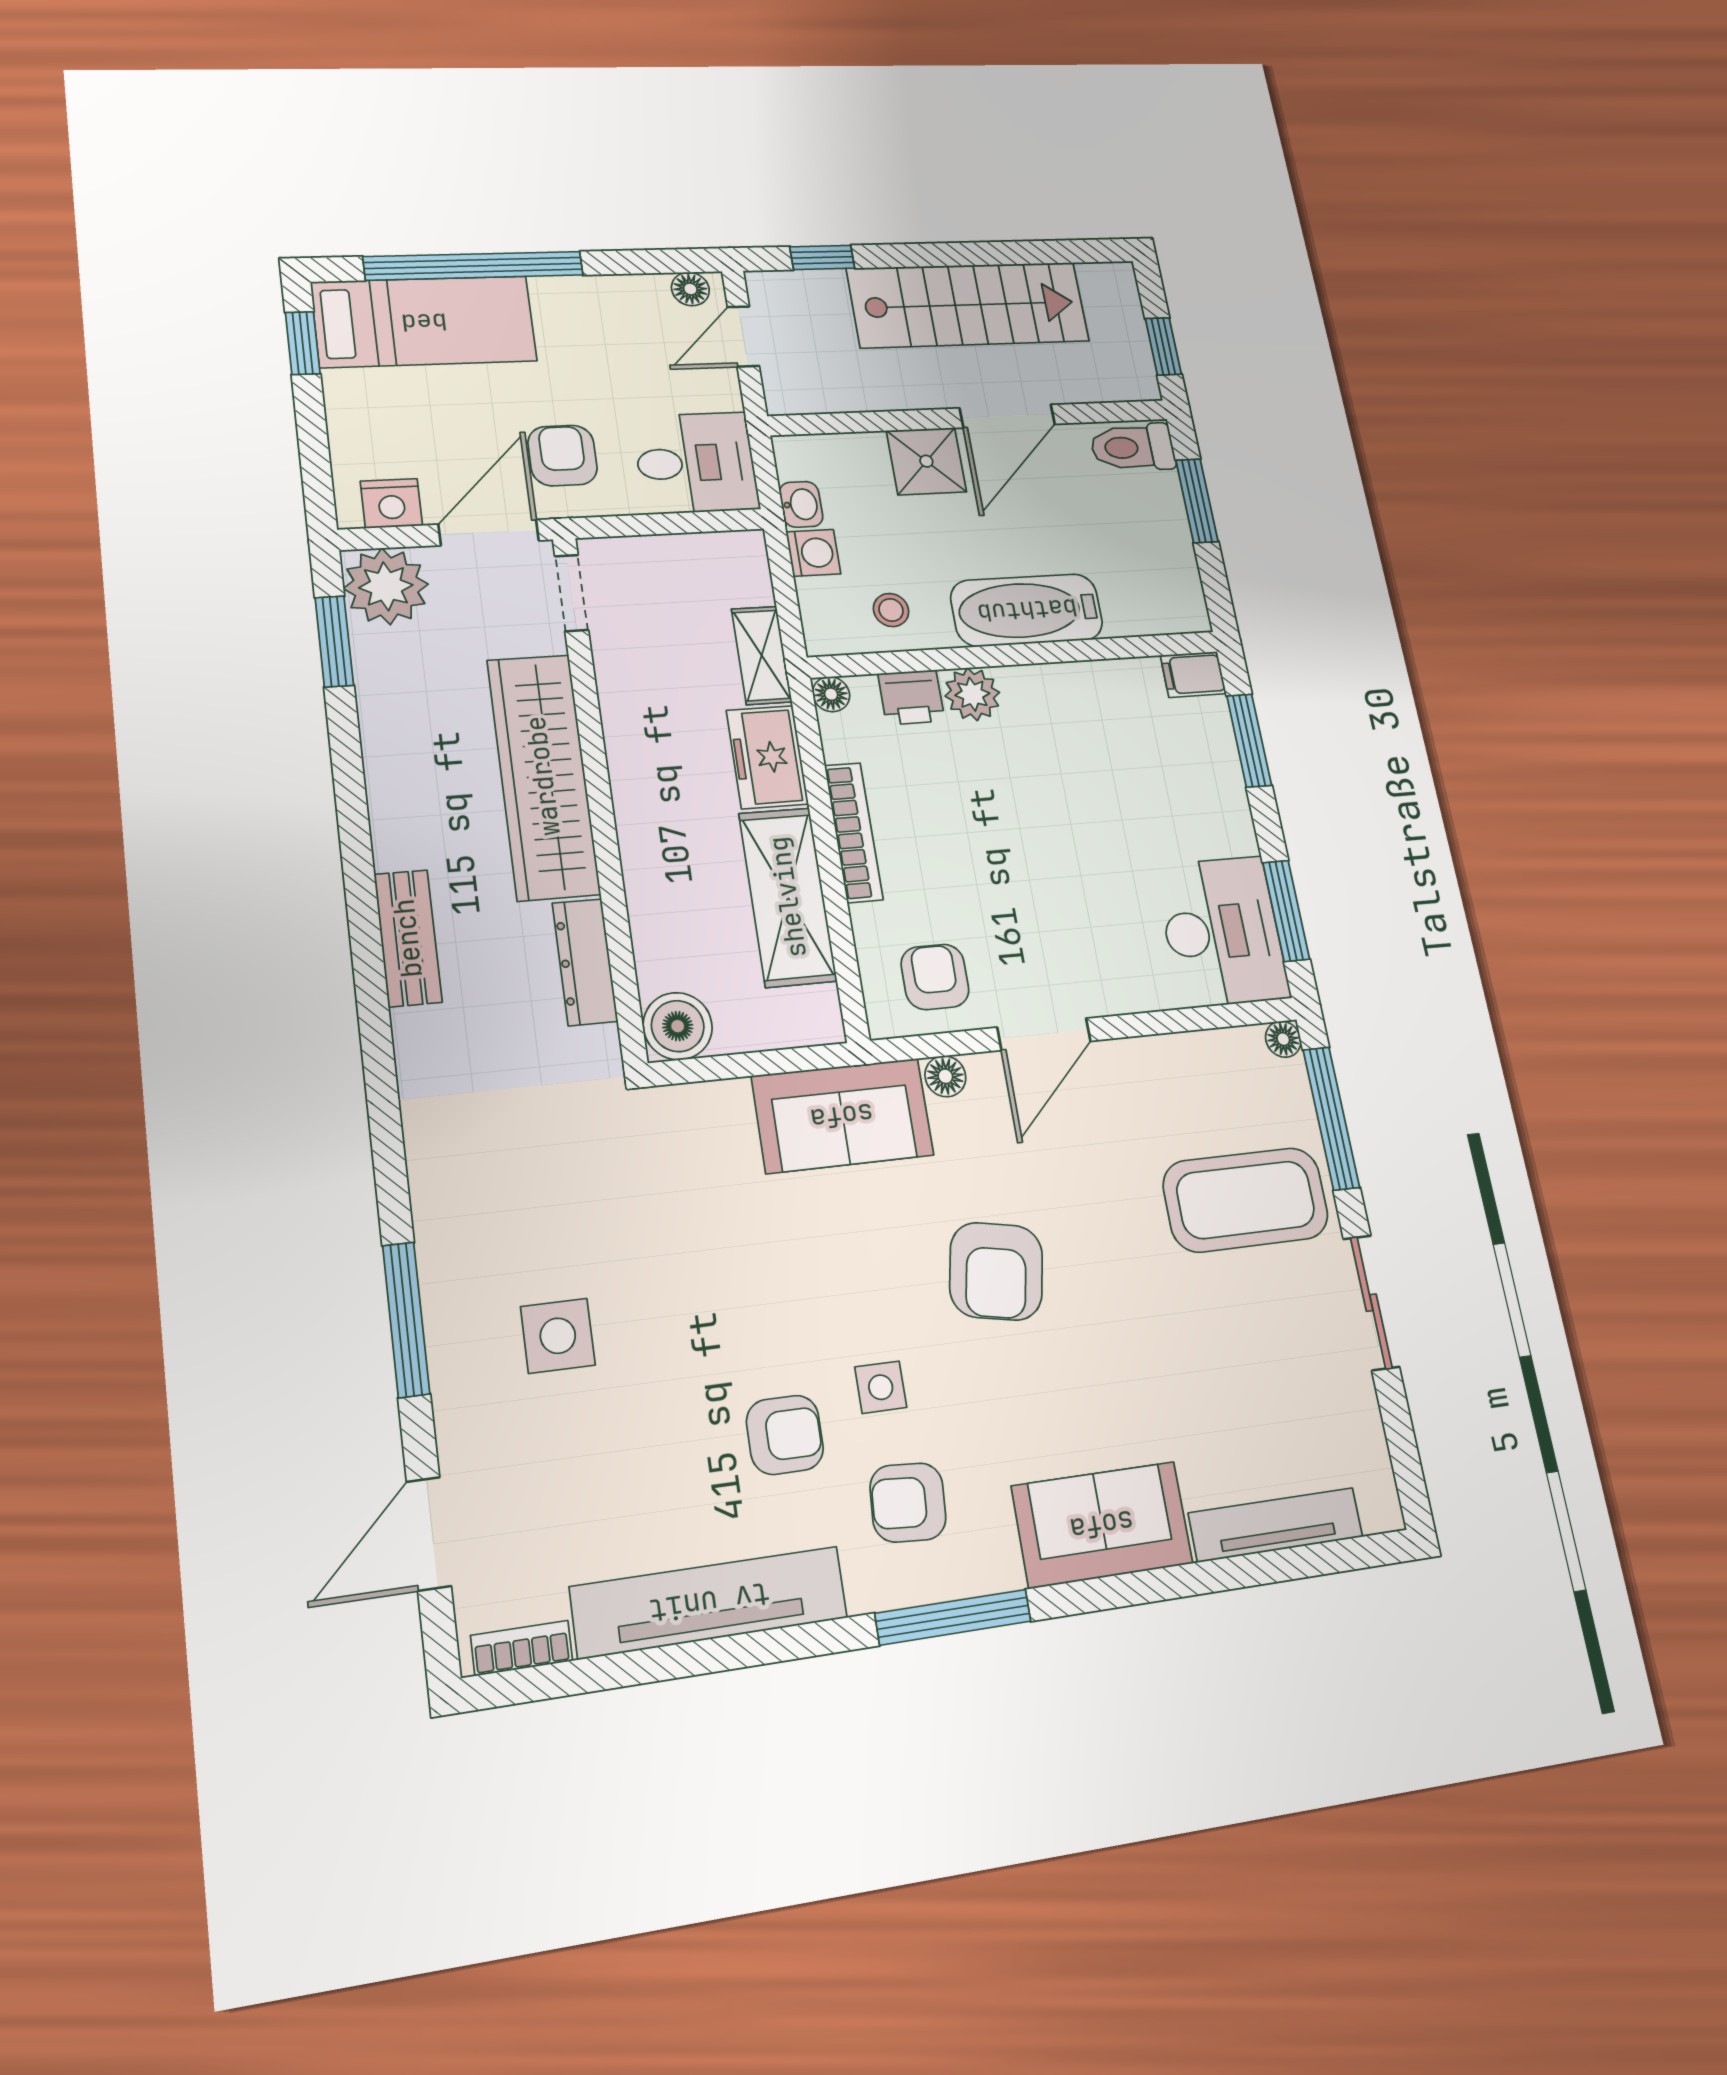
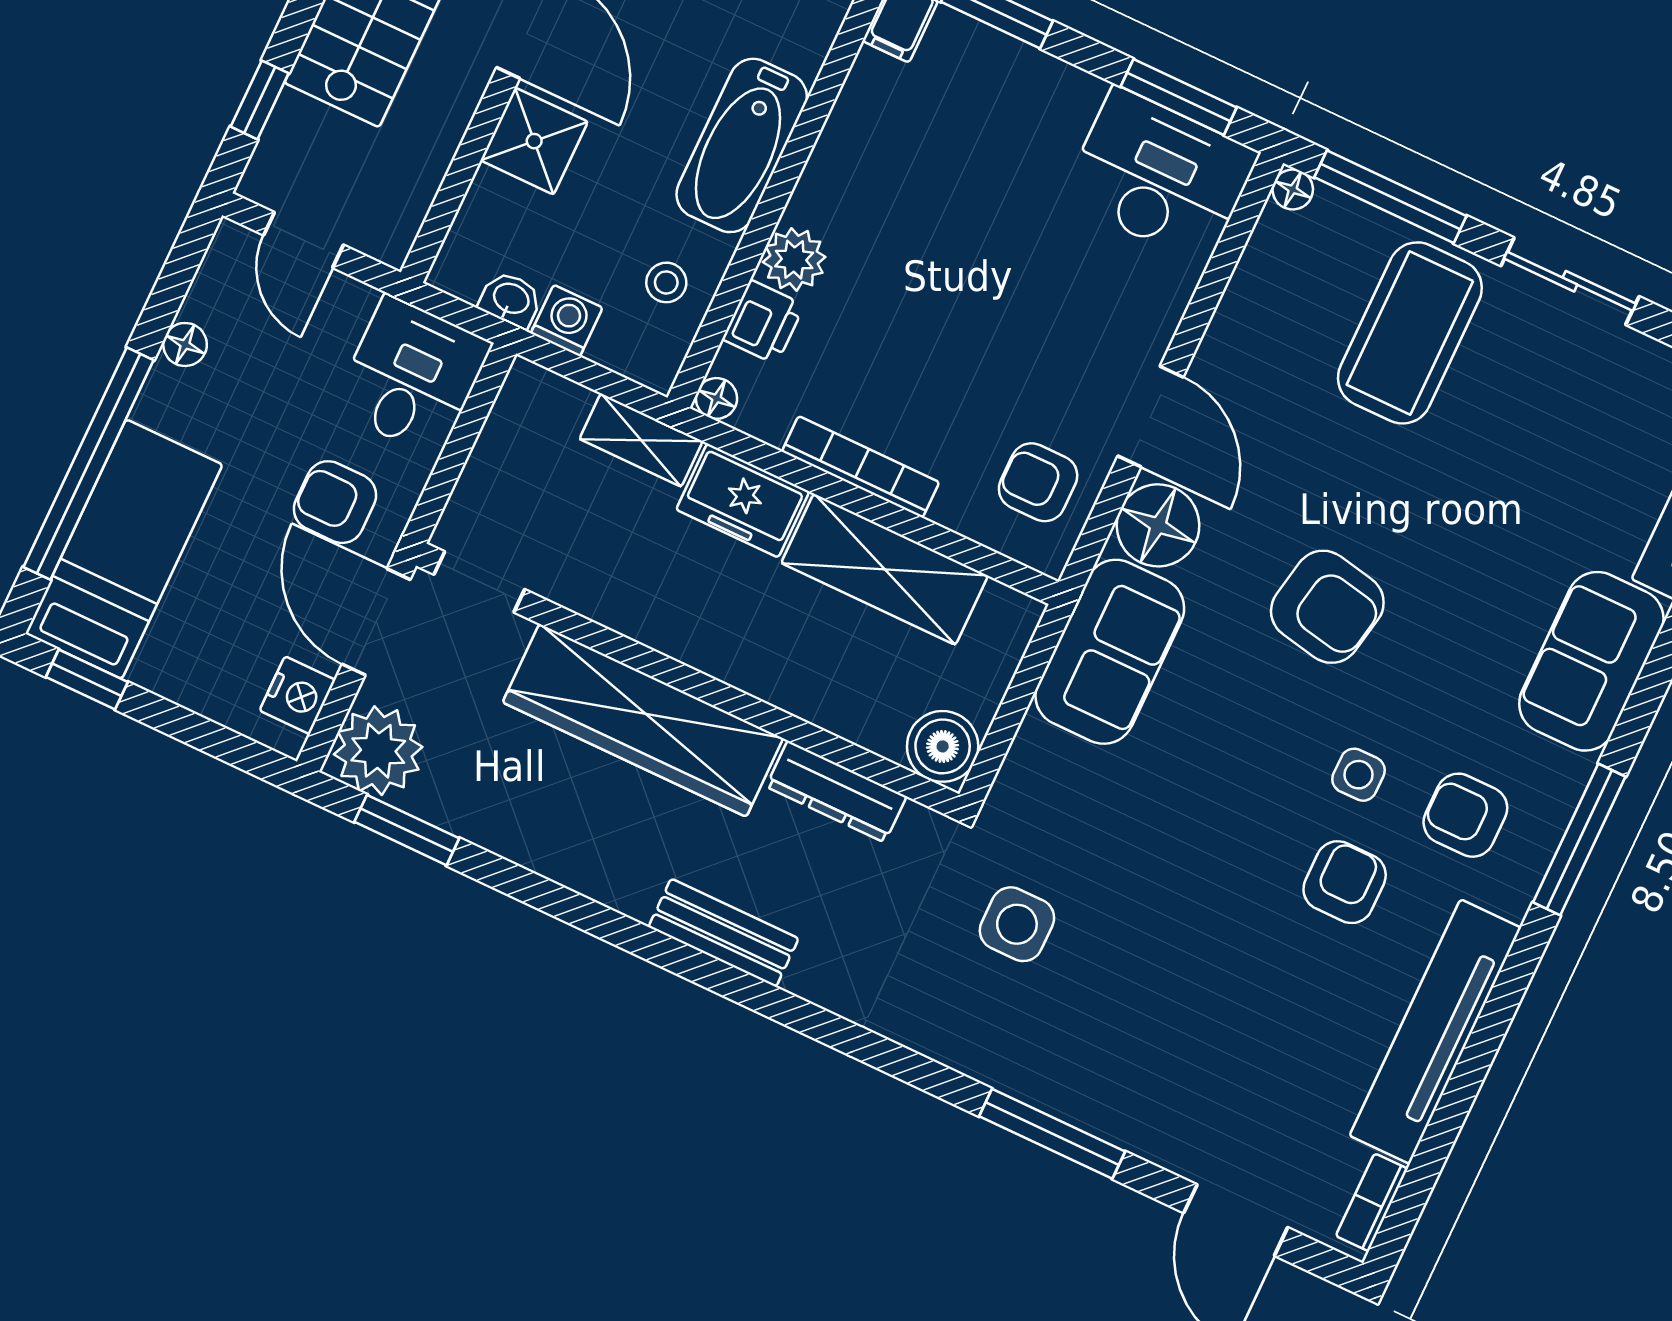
floor lamp: (690, 289) -> (185, 344), moved
floor lamp: (945, 1076) -> (1158, 525), width x1.89, depth x1.89
side table: (558, 1336) -> (1017, 924), moved
armchair: (908, 1502) -> (1465, 815), turned 86

